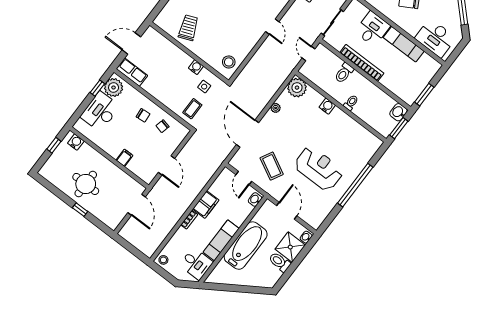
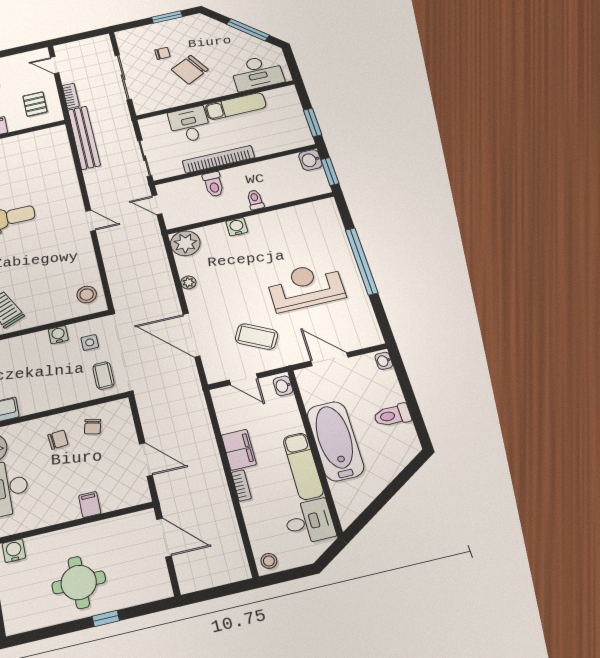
shower: (290, 247) -> (382, 389), removed

